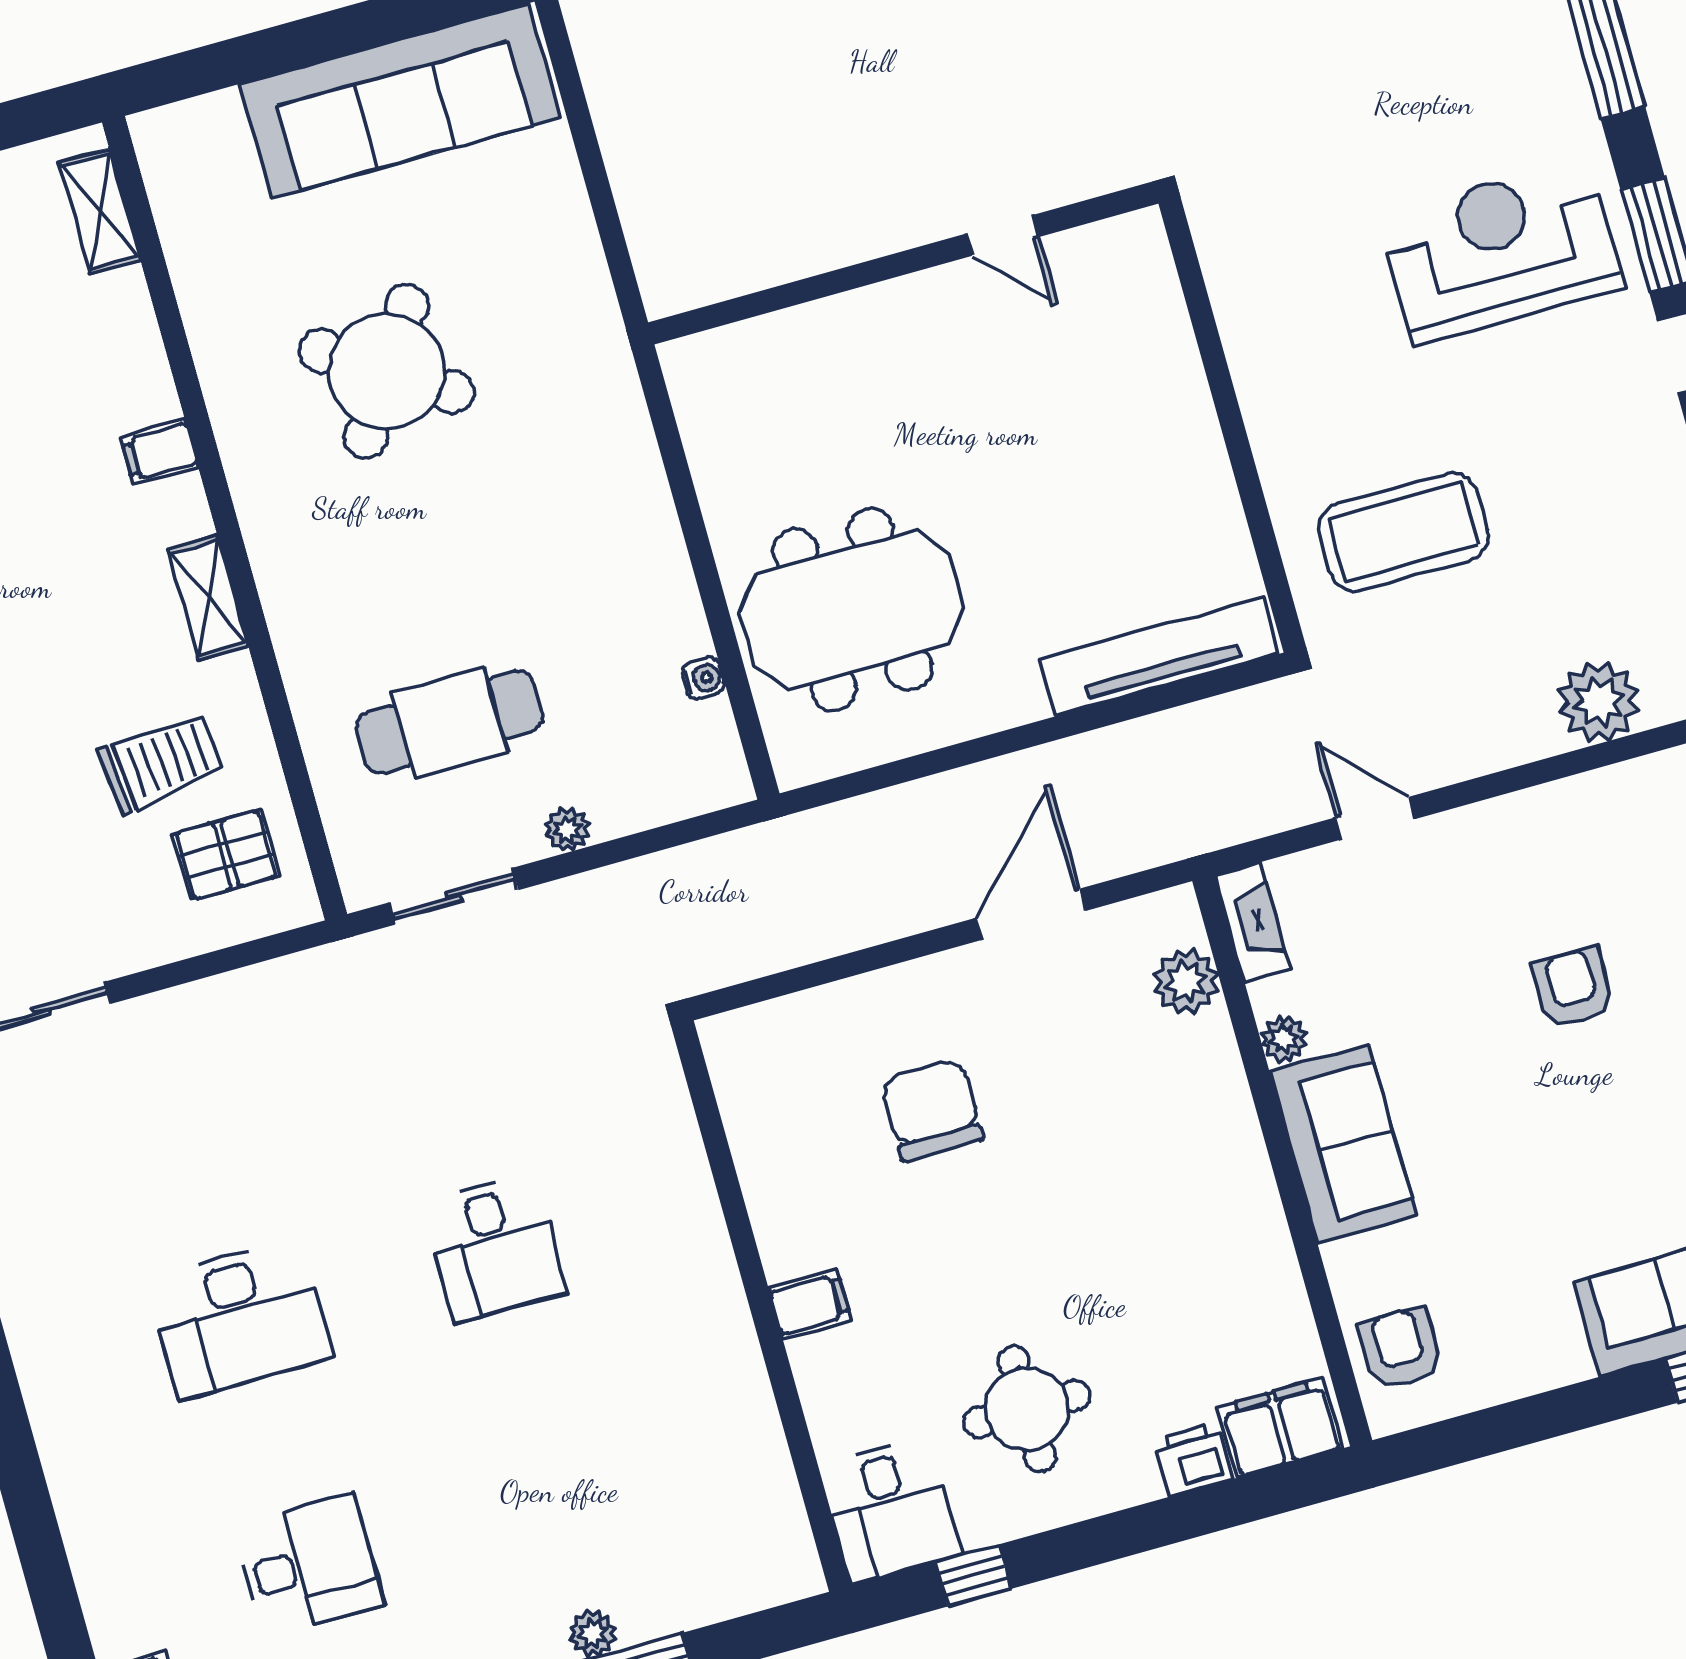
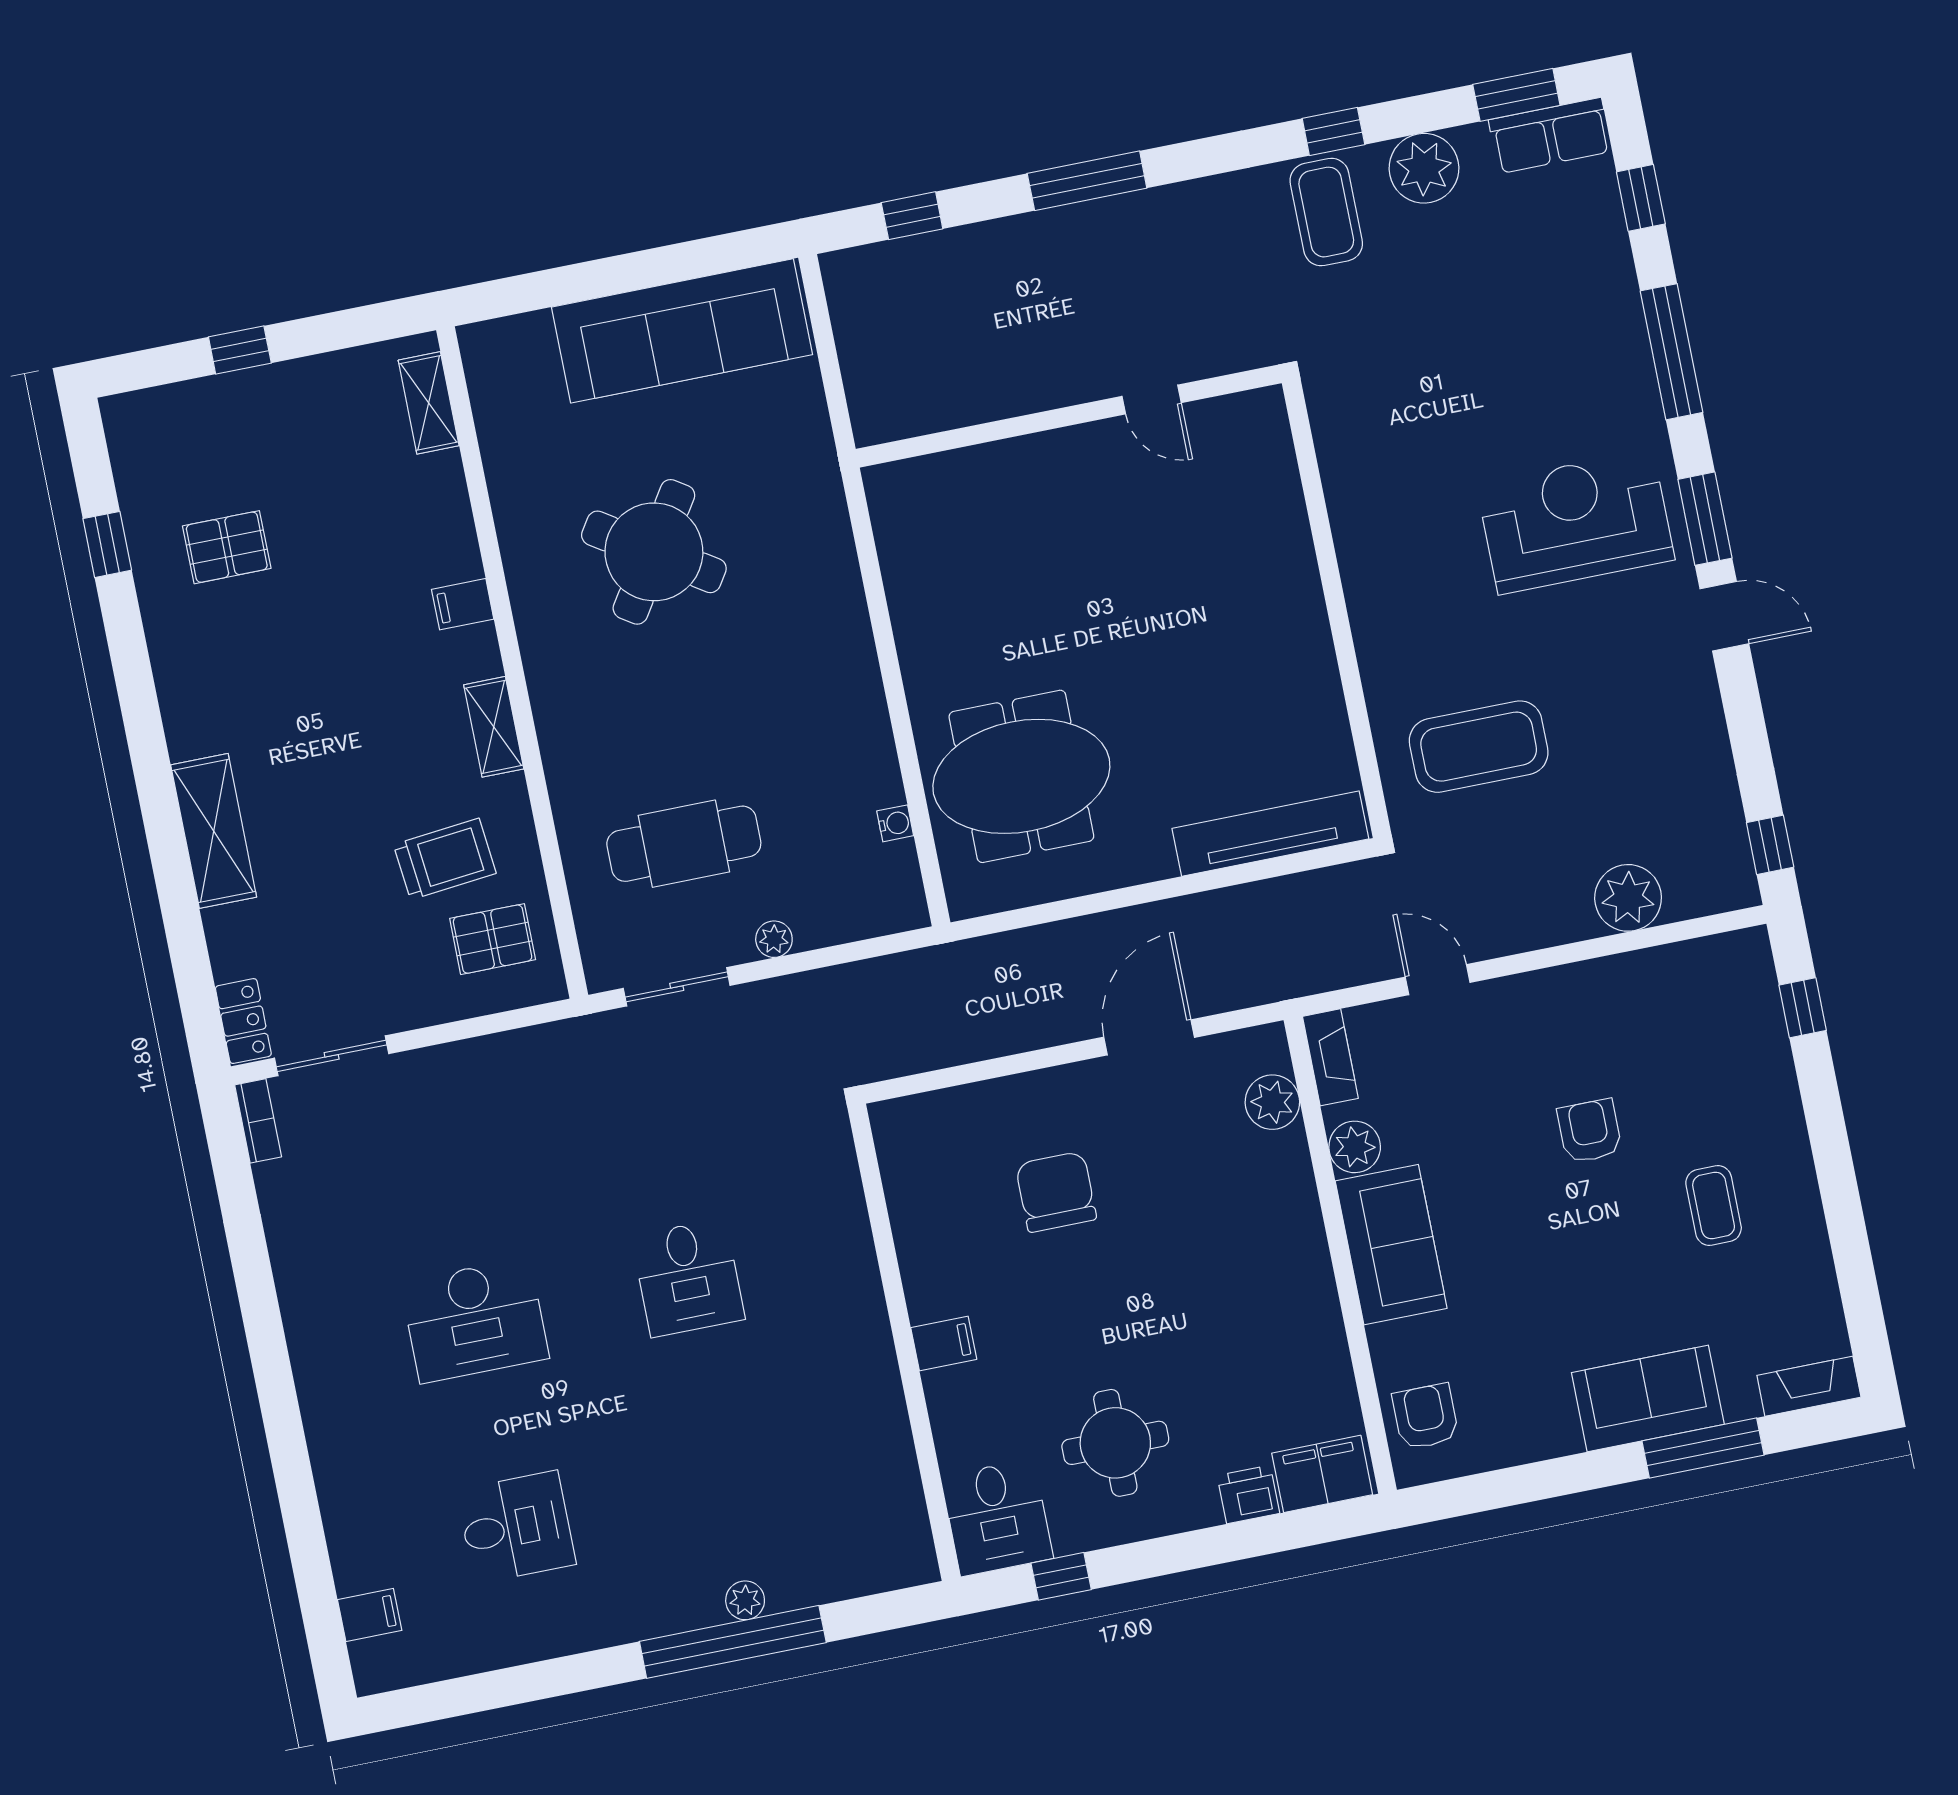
door: (1002, 235) -> (1152, 400), moved
wall: (903, 263) -> (1069, 416), moved
plant: (1284, 1039) -> (1355, 1147), width x1.38, depth x1.38

